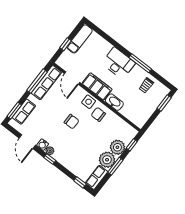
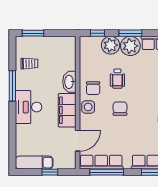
wheelchair: (92, 135) -> (117, 79), added

